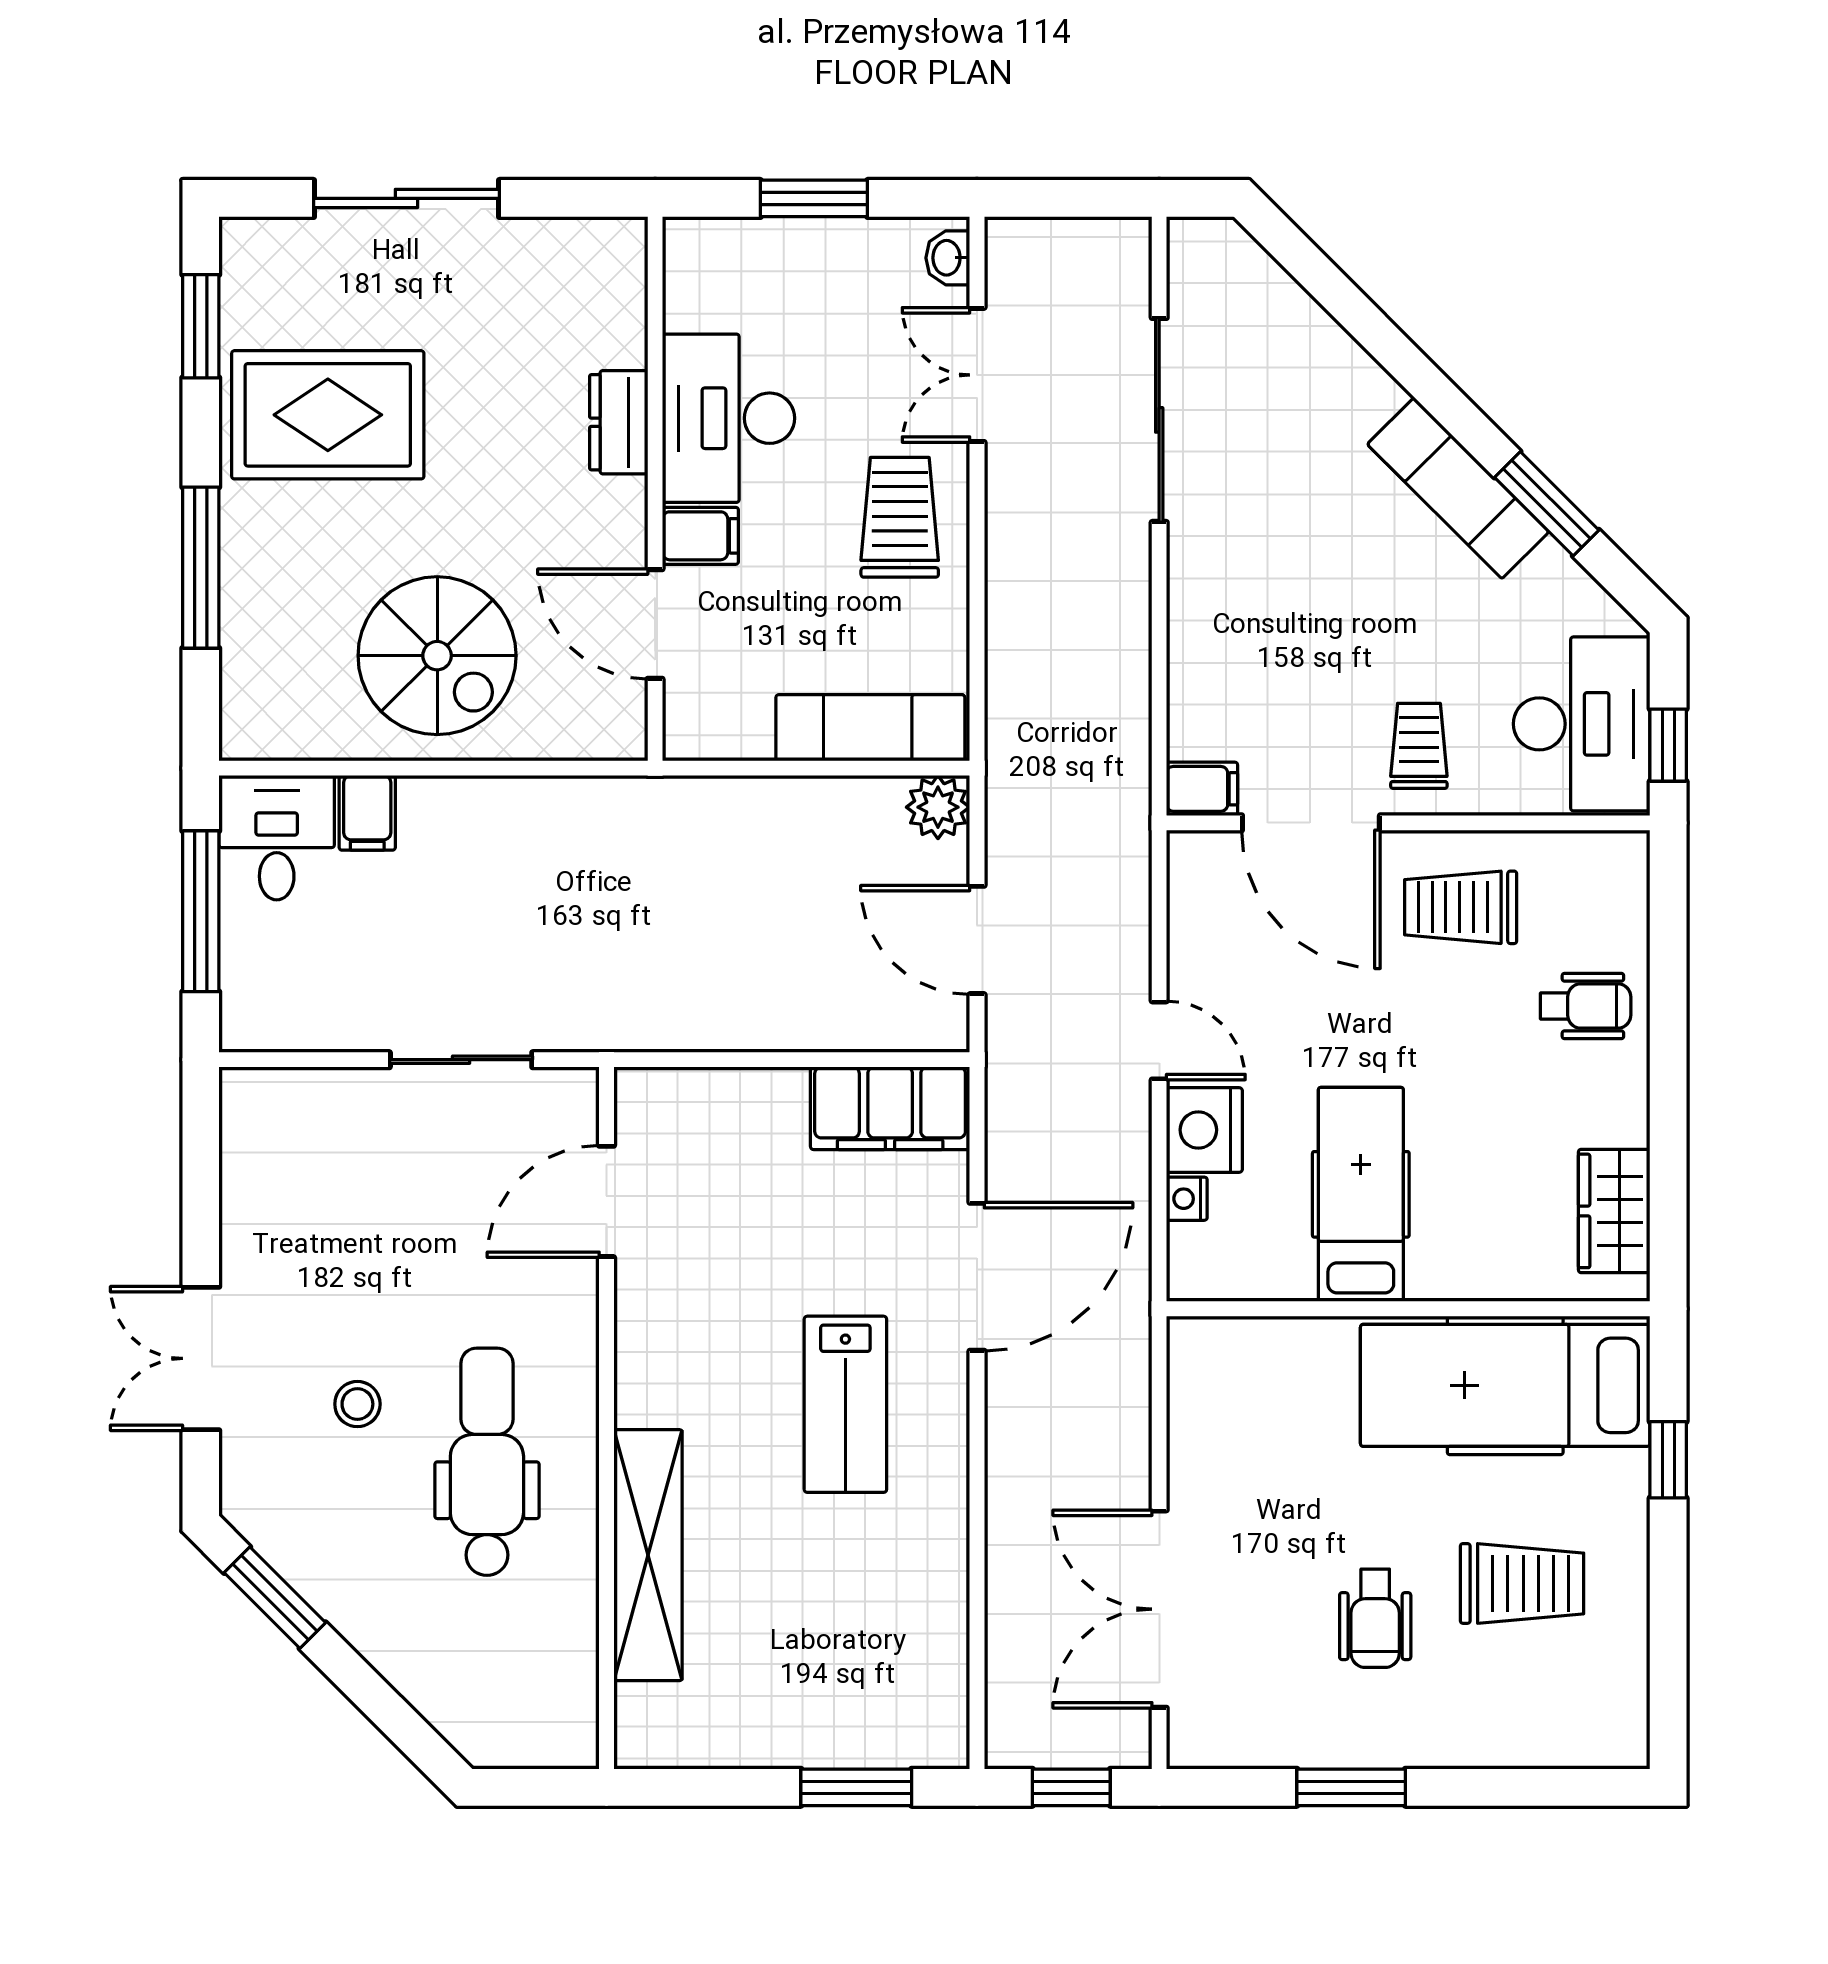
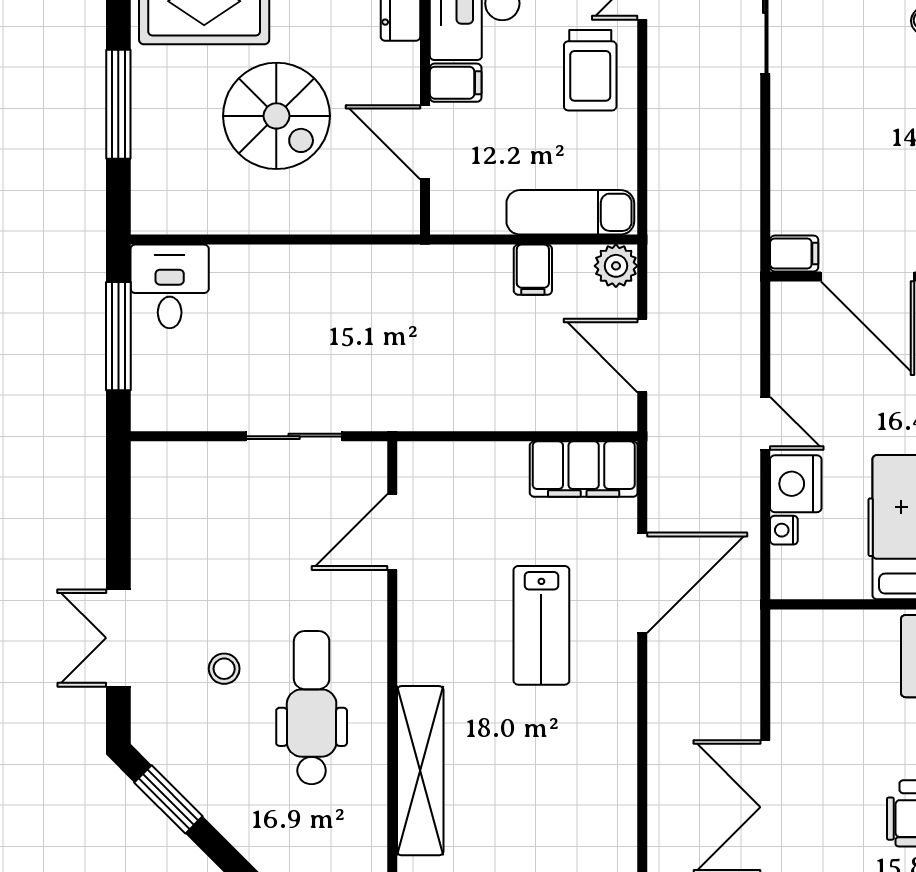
trolley: (900, 517) -> (590, 70), turned 180
spiral stairs: (437, 656) -> (276, 116), moved
filing cabinet: (367, 813) -> (533, 270), moved
lab bench: (845, 1404) -> (541, 625), moved

